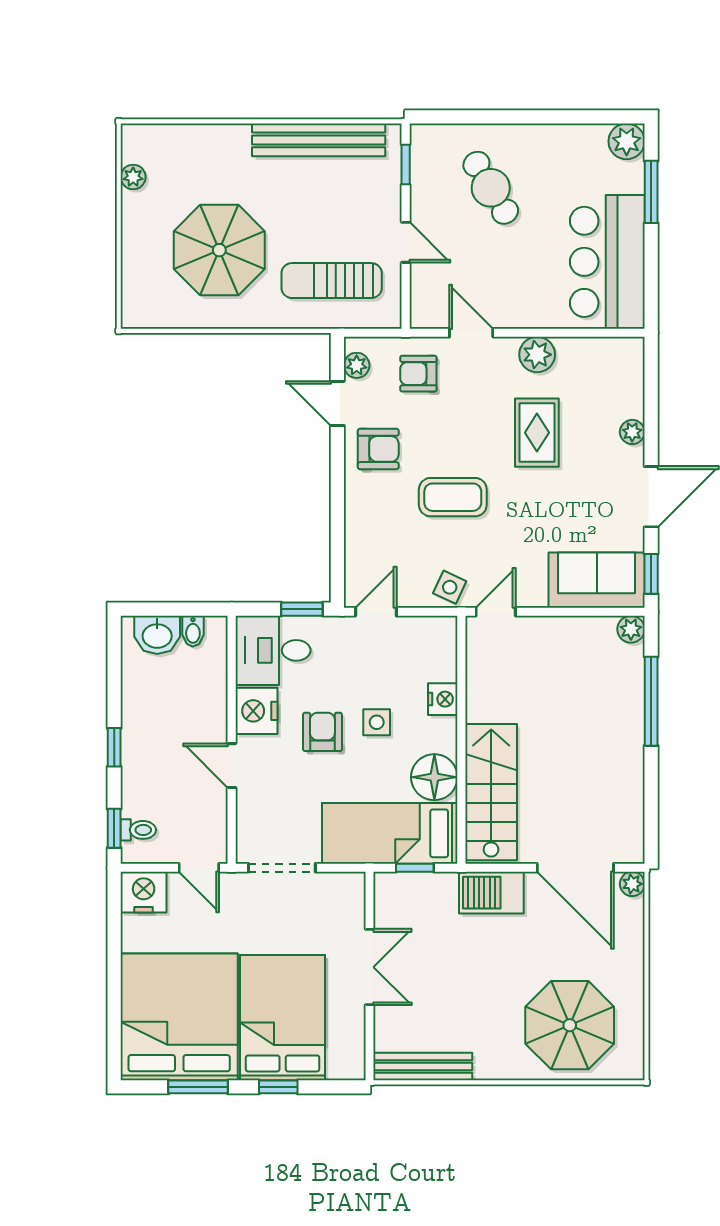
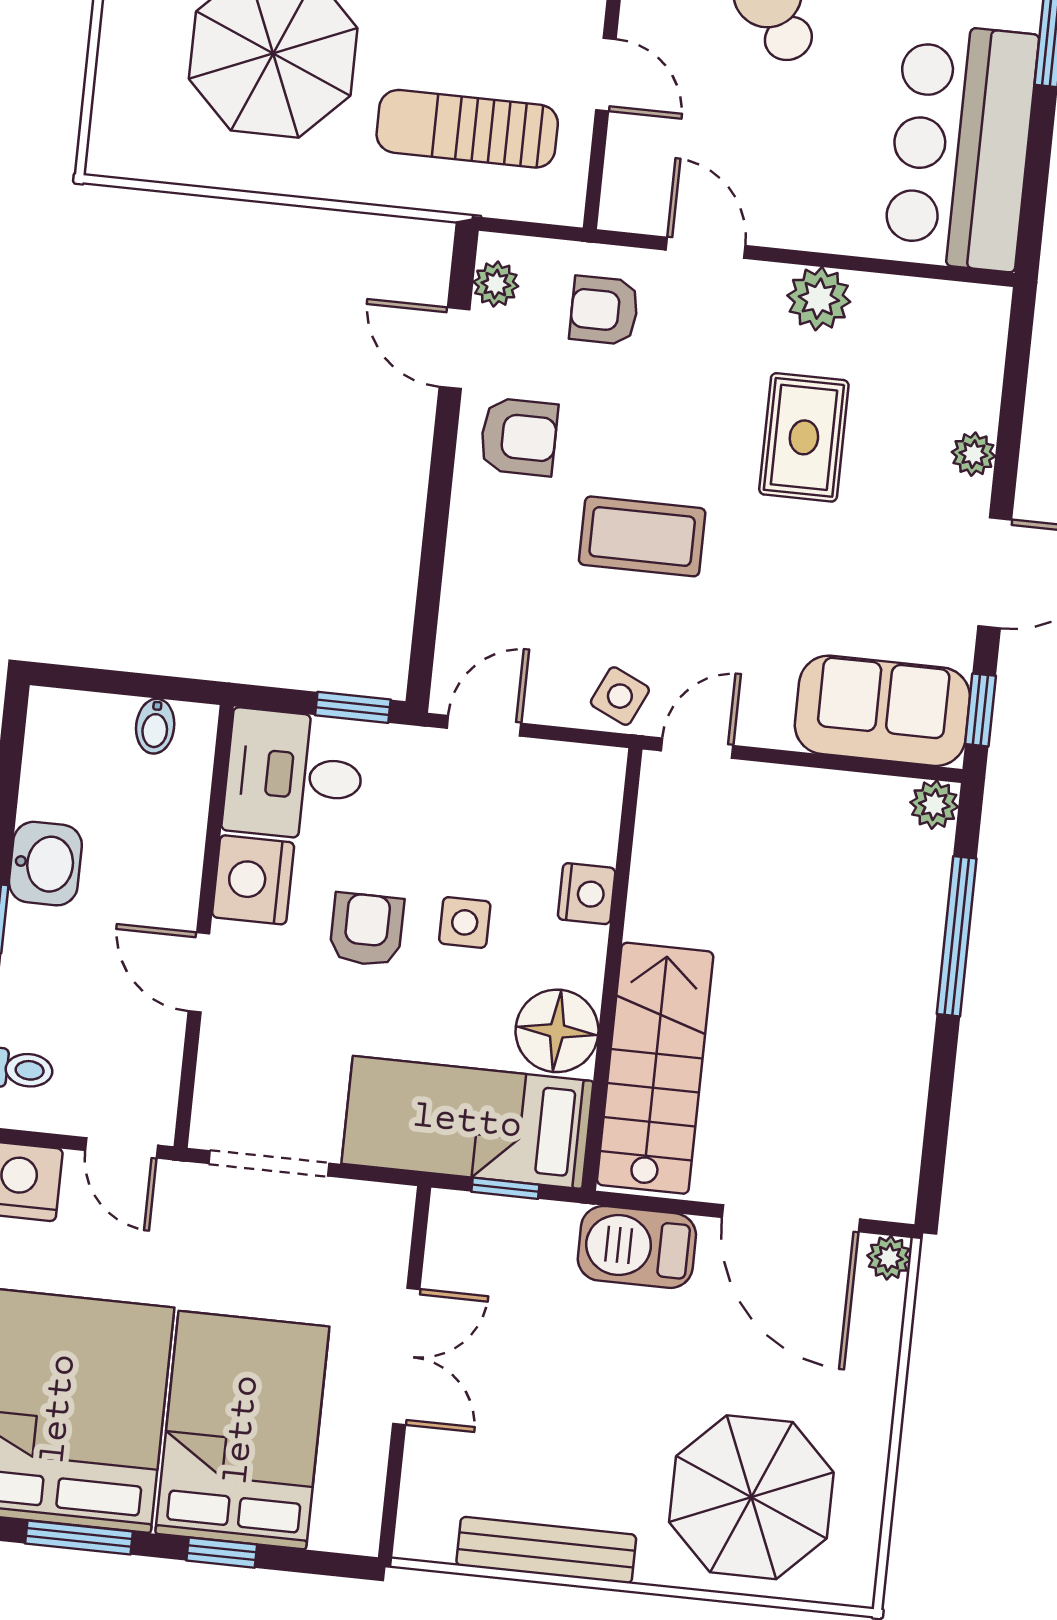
washbasin: (157, 635) -> (45, 864), moved, turned -90
bench: (423, 1067) -> (546, 1550), moved

